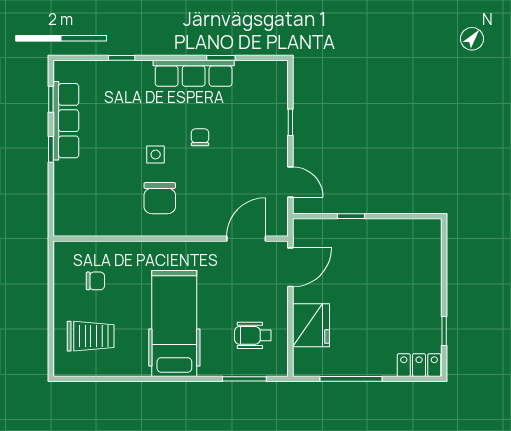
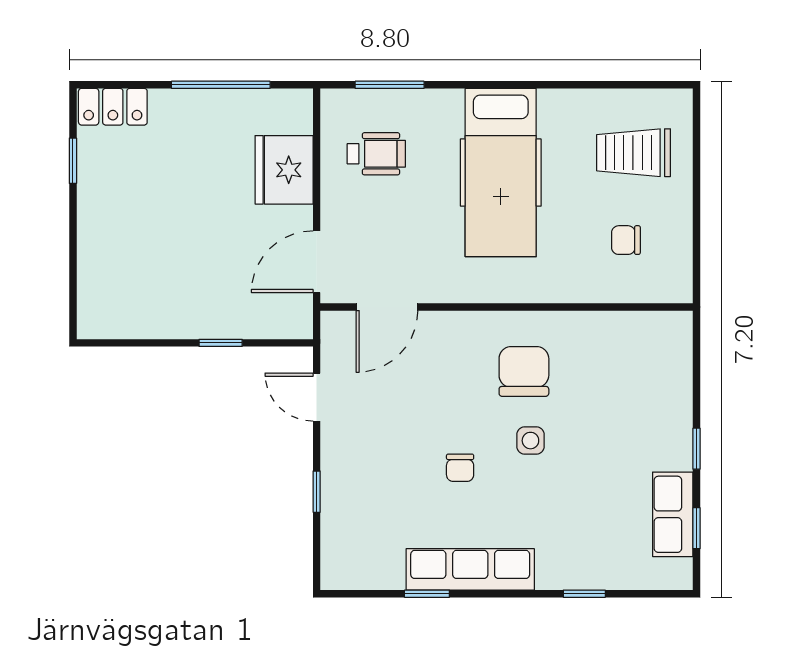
row of seats: (66, 121) -> (673, 514), width x0.68

